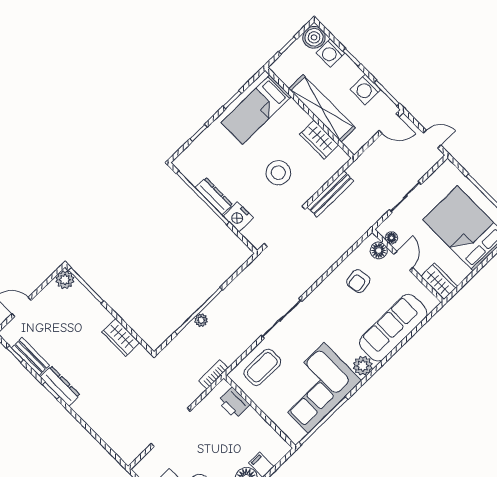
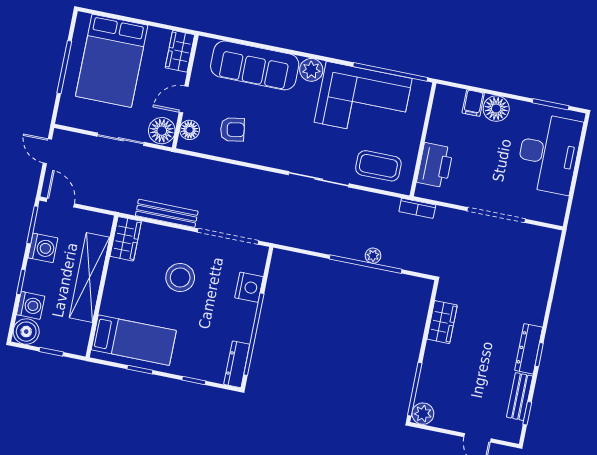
wardrobe: (319, 140) -> (126, 239), moved
dresser: (214, 196) -> (237, 364), moved
floor lamp: (391, 238) -> (162, 131), width x1.89, depth x1.89
printer: (234, 403) -> (435, 165), width x1.37, depth x1.19

